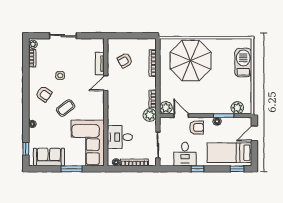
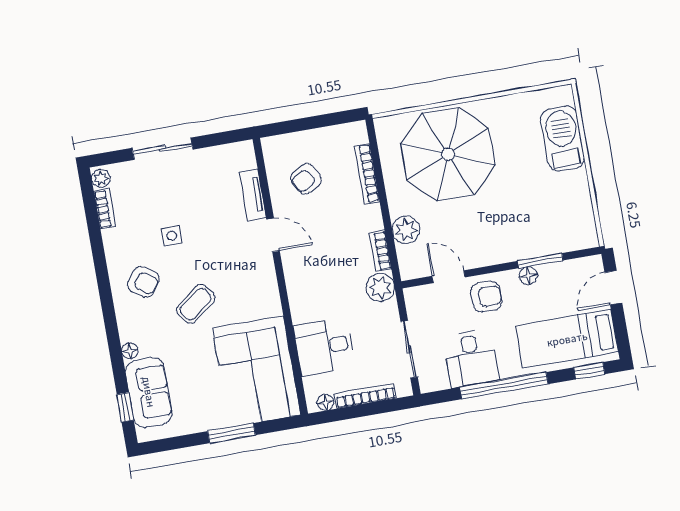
door: (106, 83) -> (273, 235), swing flipped
plant: (166, 108) -> (406, 230), moved
plant: (237, 108) -> (567, 239), removed
sofa: (49, 157) -> (149, 392), moved, turned 90
window: (198, 169) -> (504, 386), width x3.17

